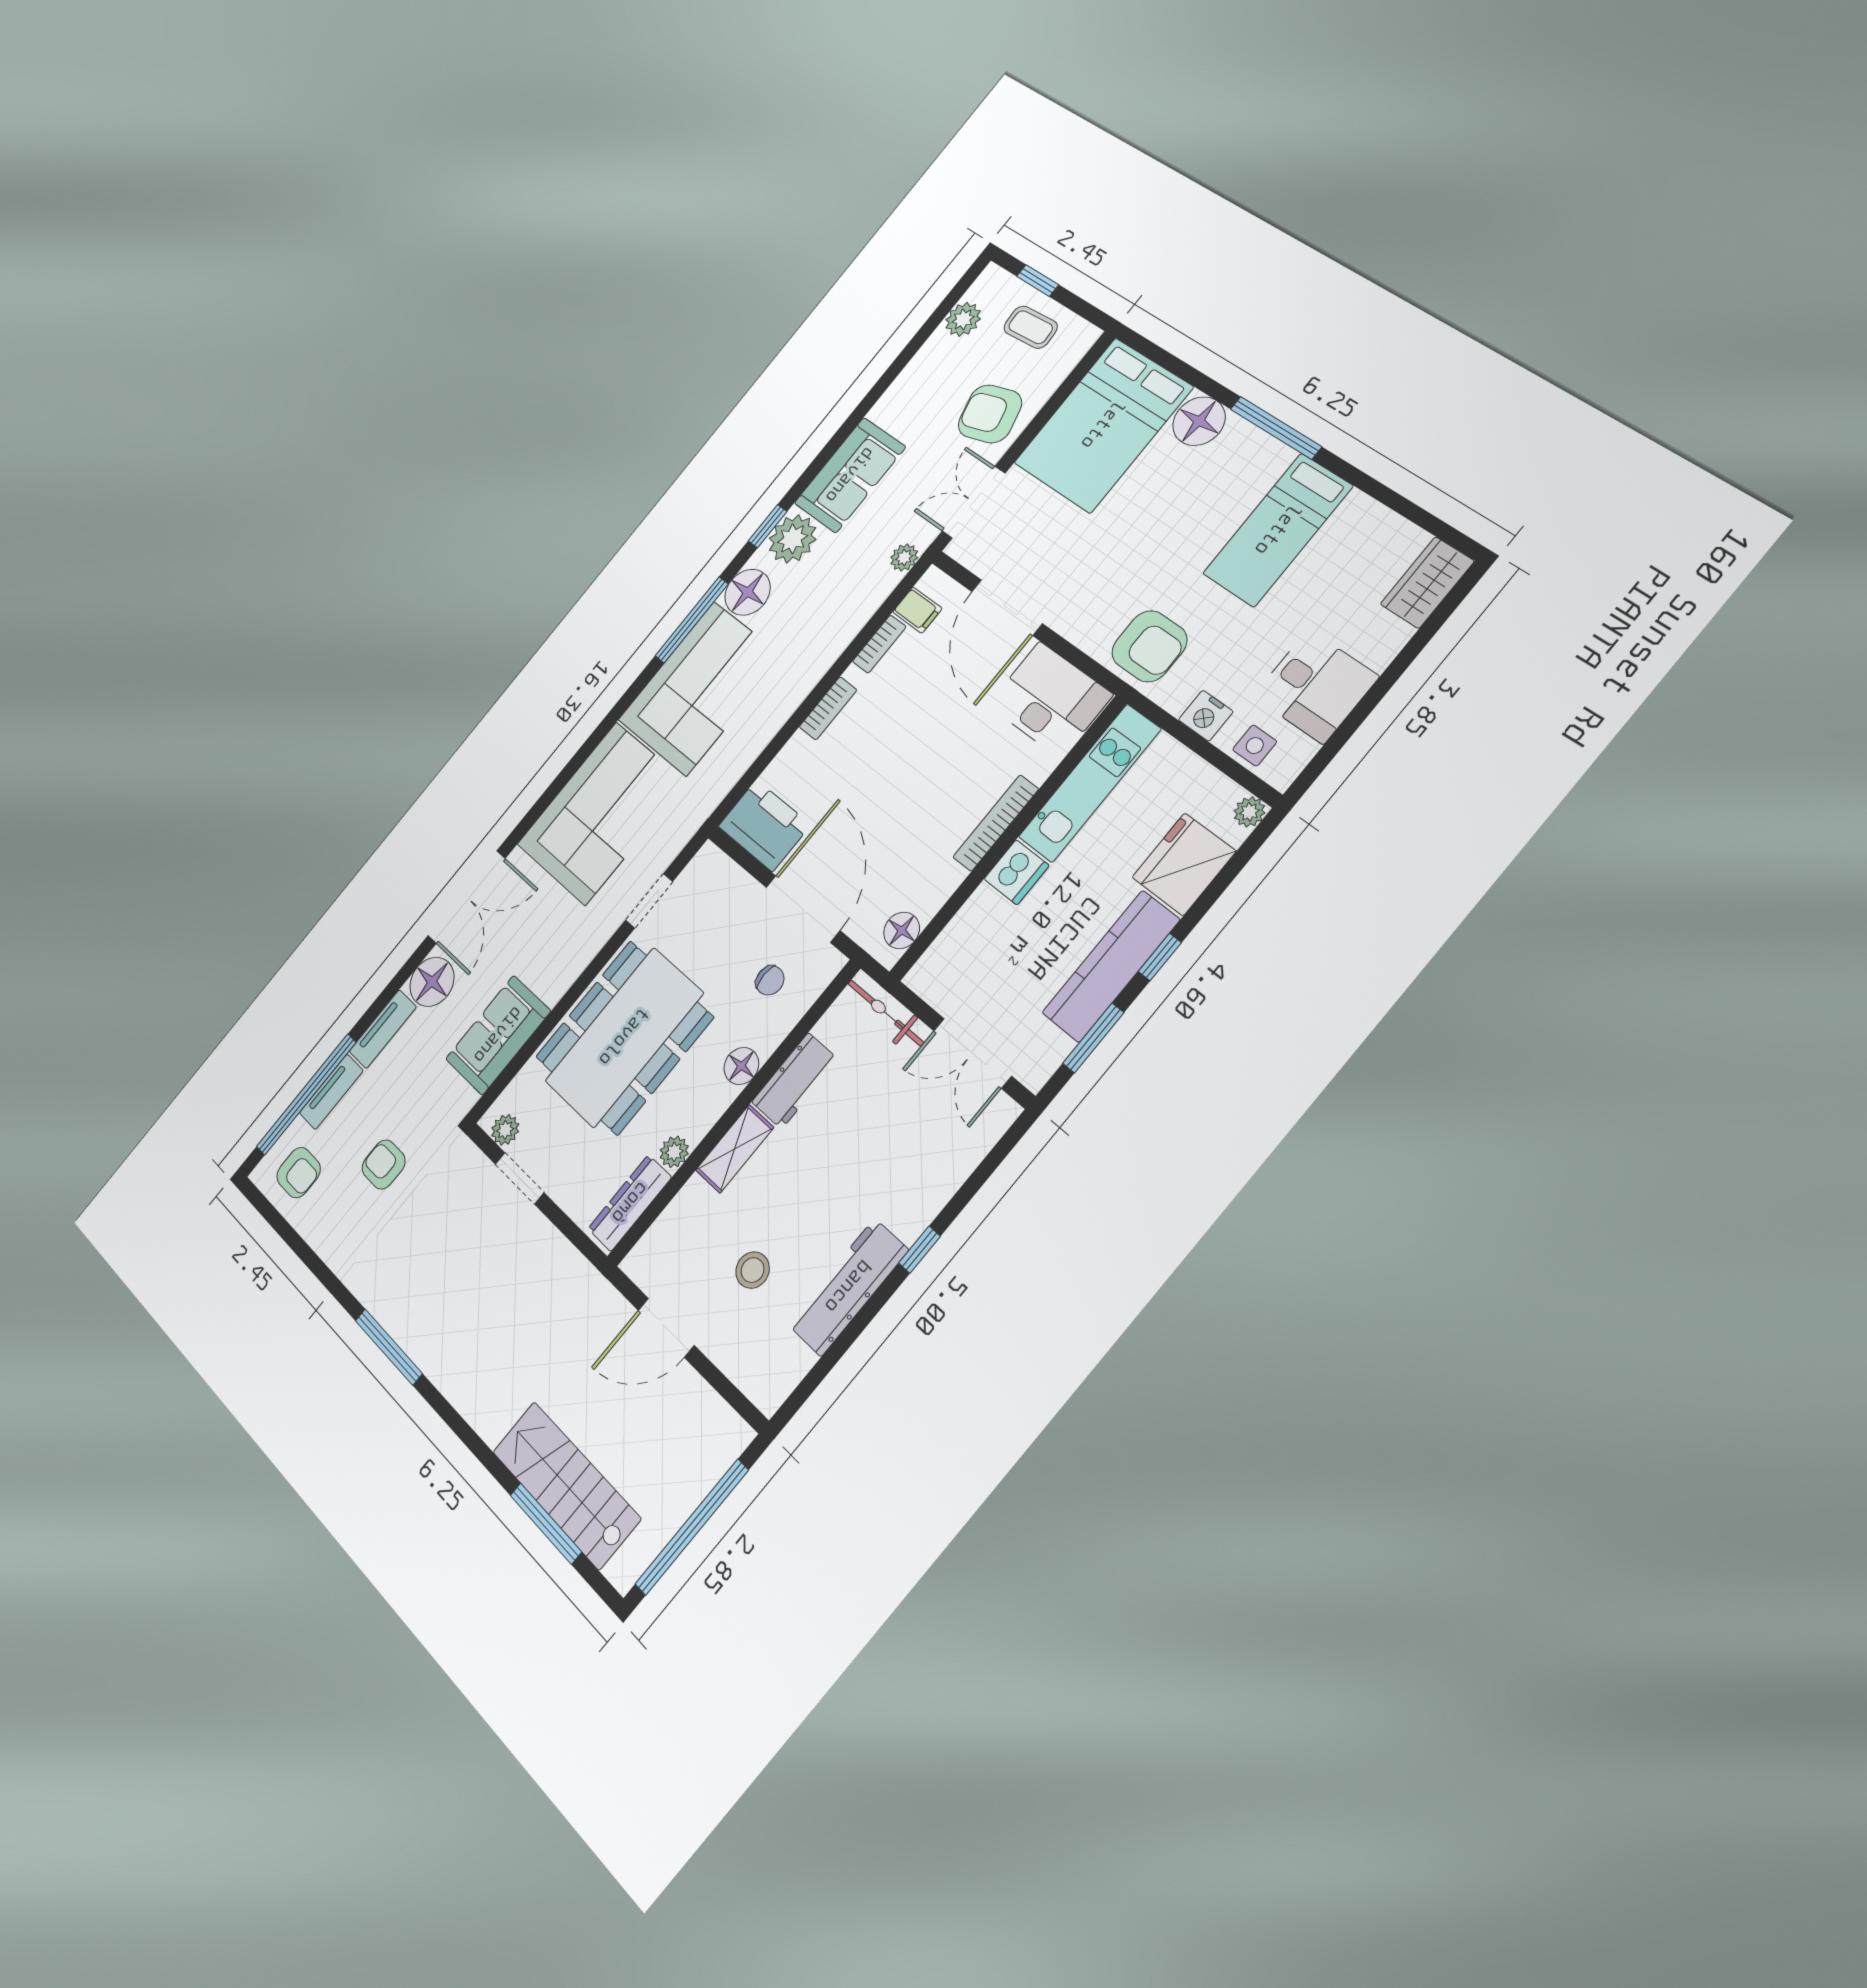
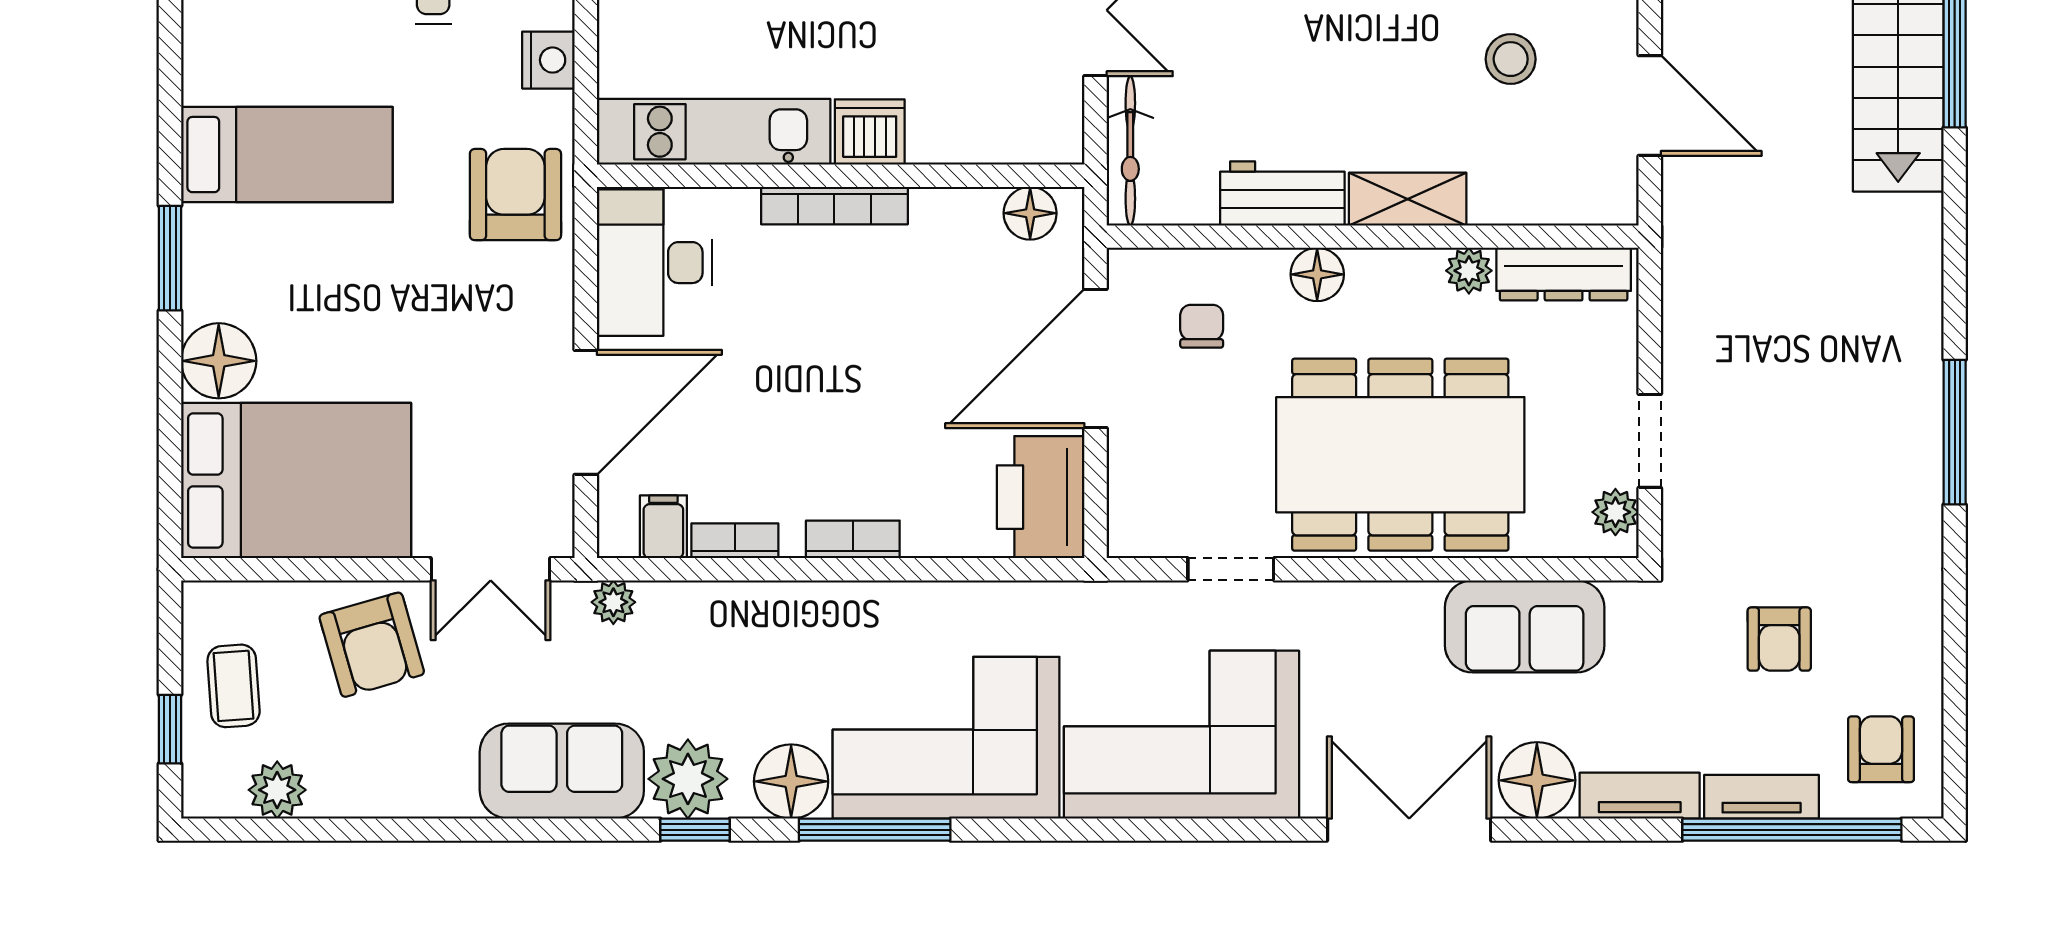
window: (1276, 428) -> (170, 258), width x0.69

